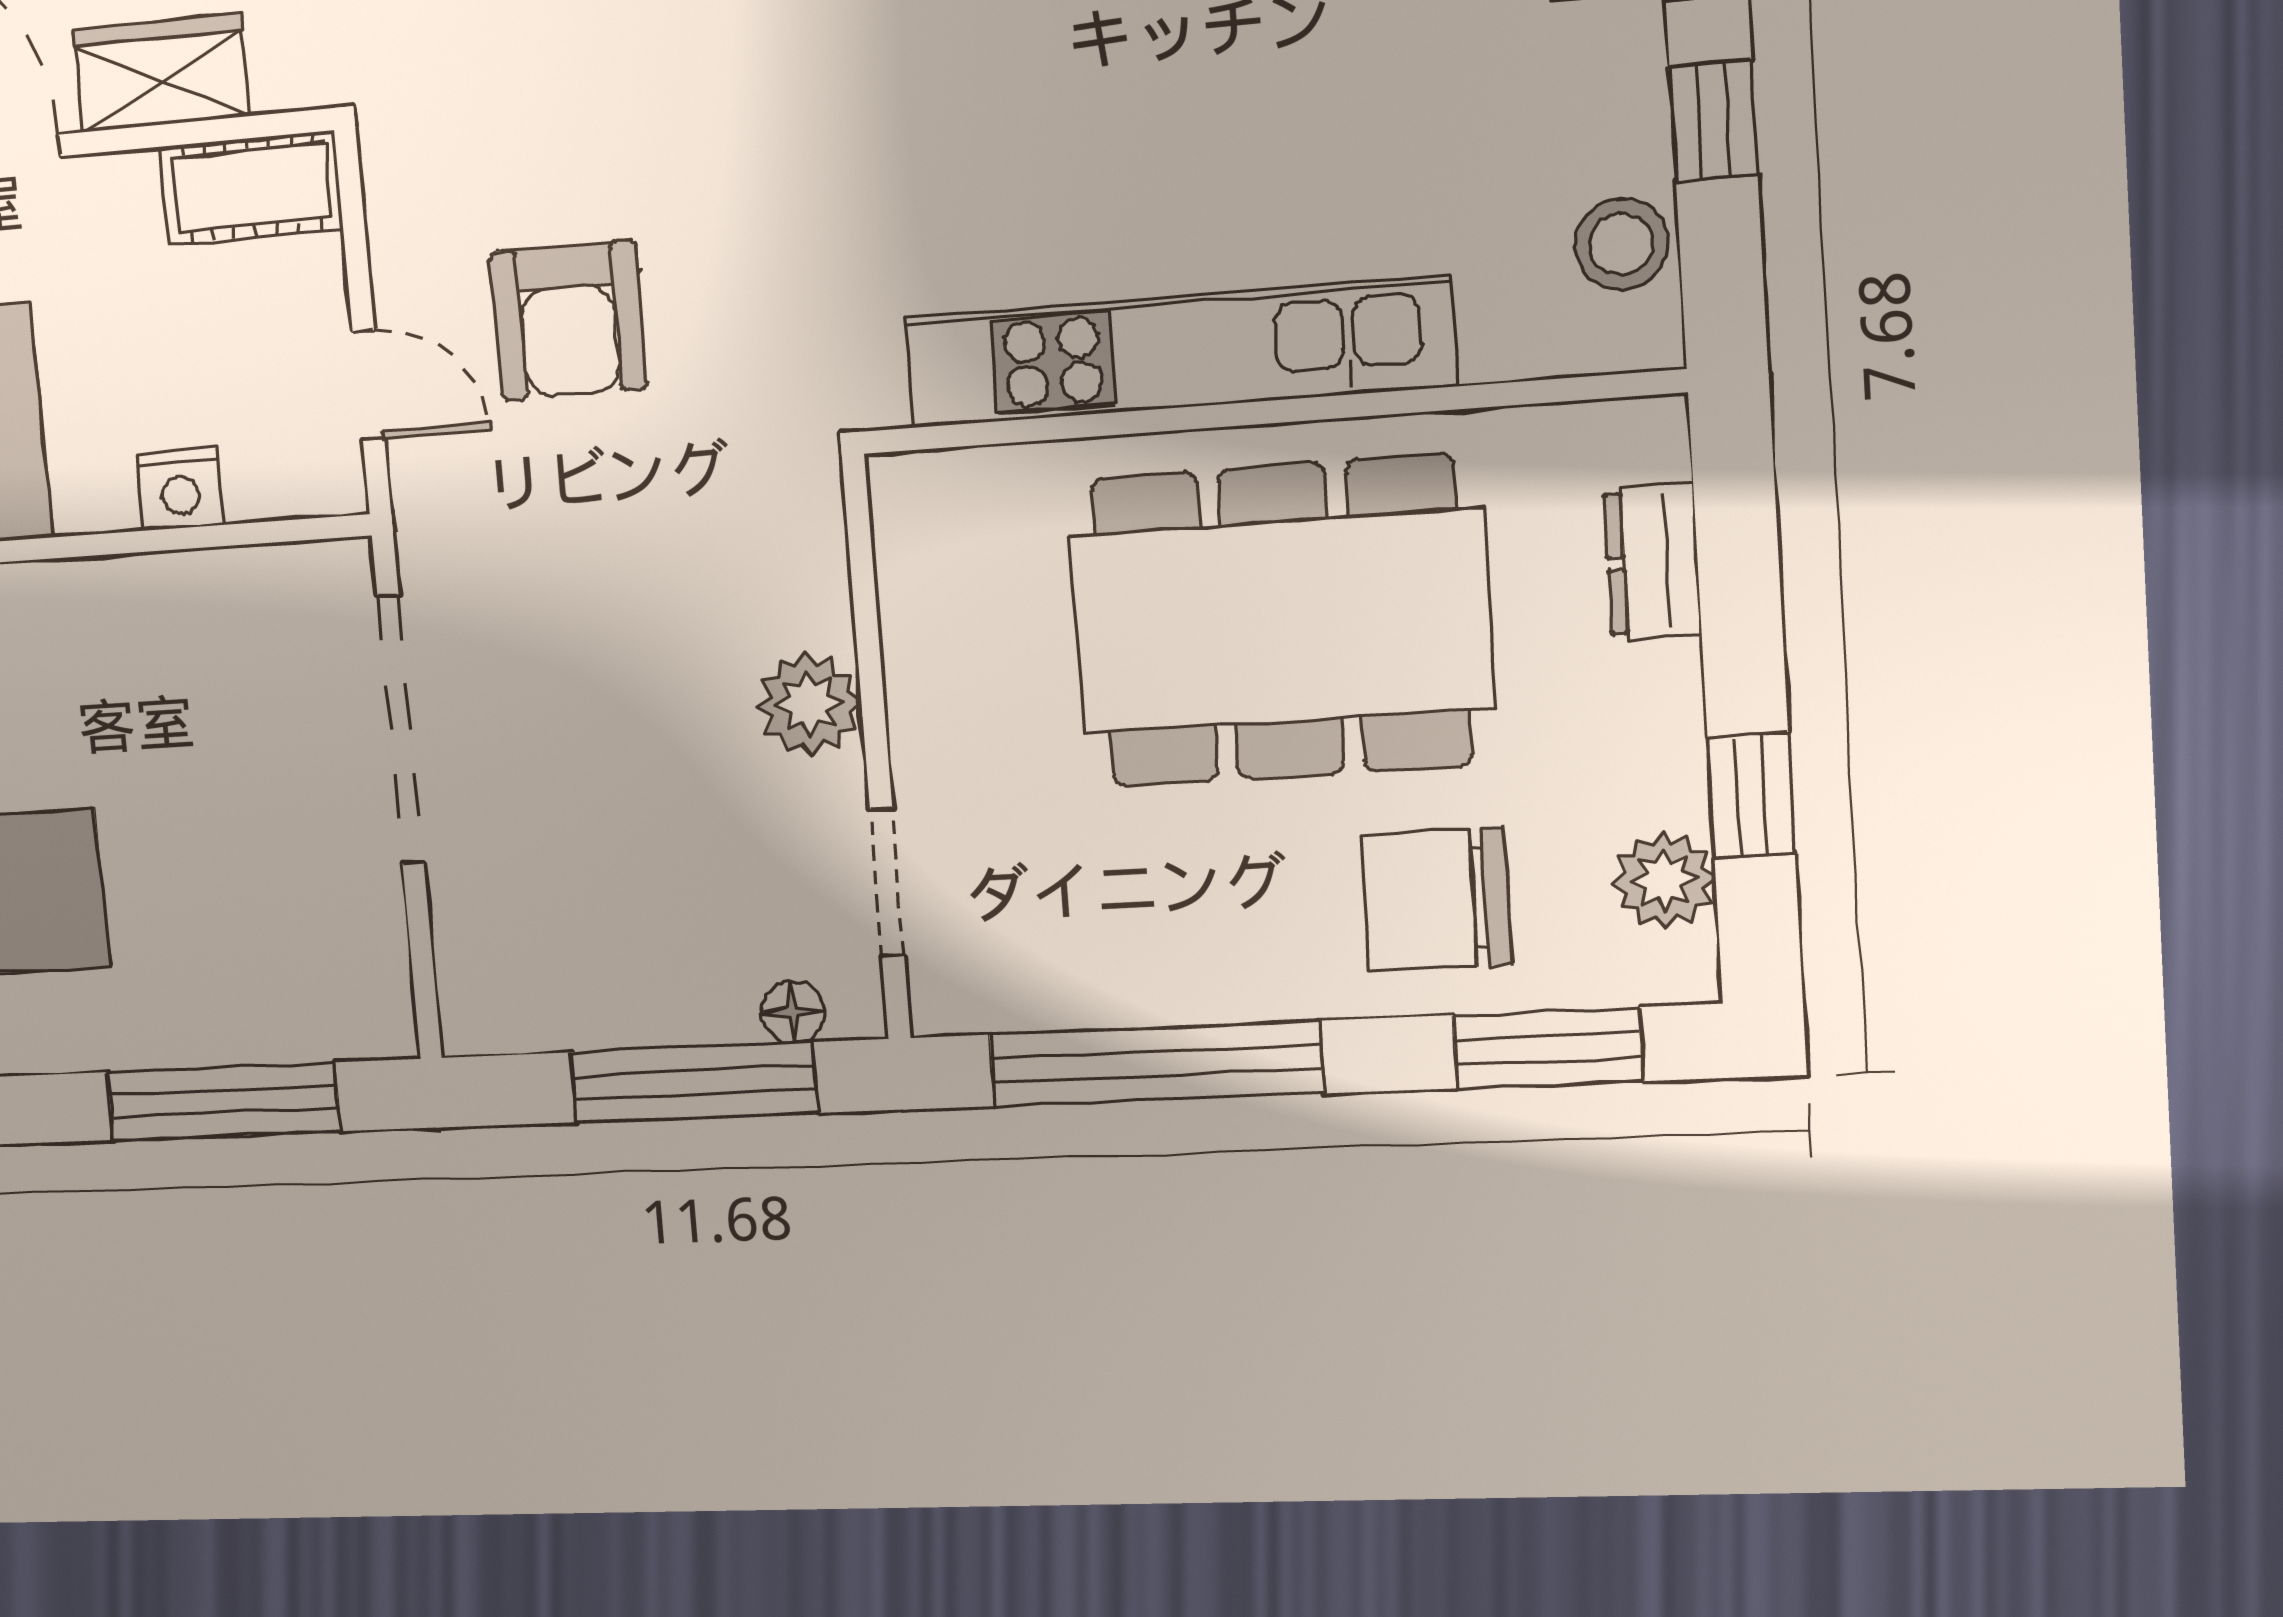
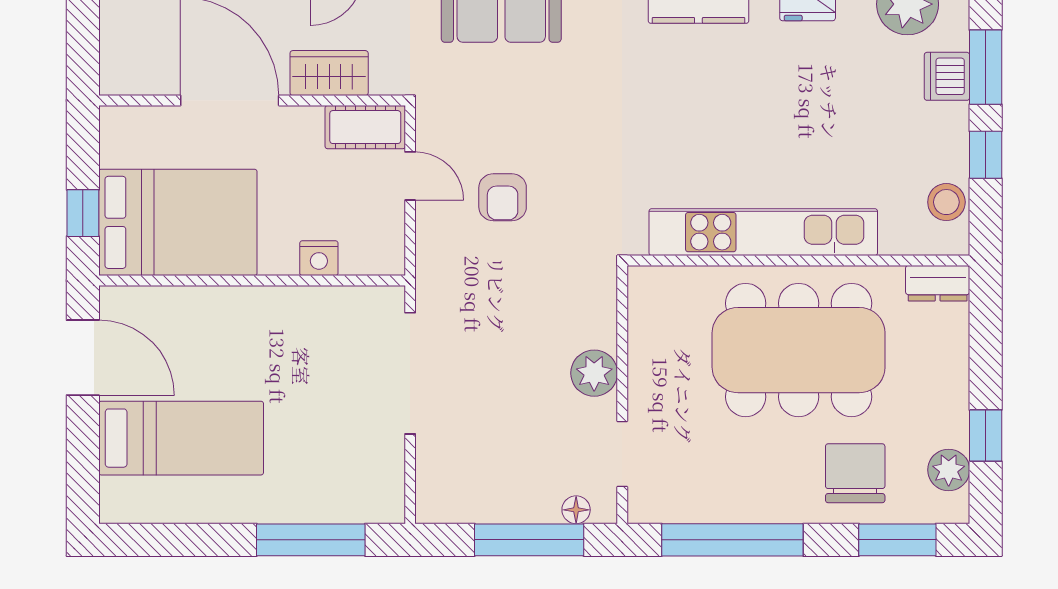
armchair: (569, 320) -> (503, 197), width x0.72, depth x0.72
door: (368, 386) -> (410, 176), moved
dresser: (1653, 562) -> (938, 283), moved, turned -90
chair: (1436, 899) -> (855, 473), turned 90

